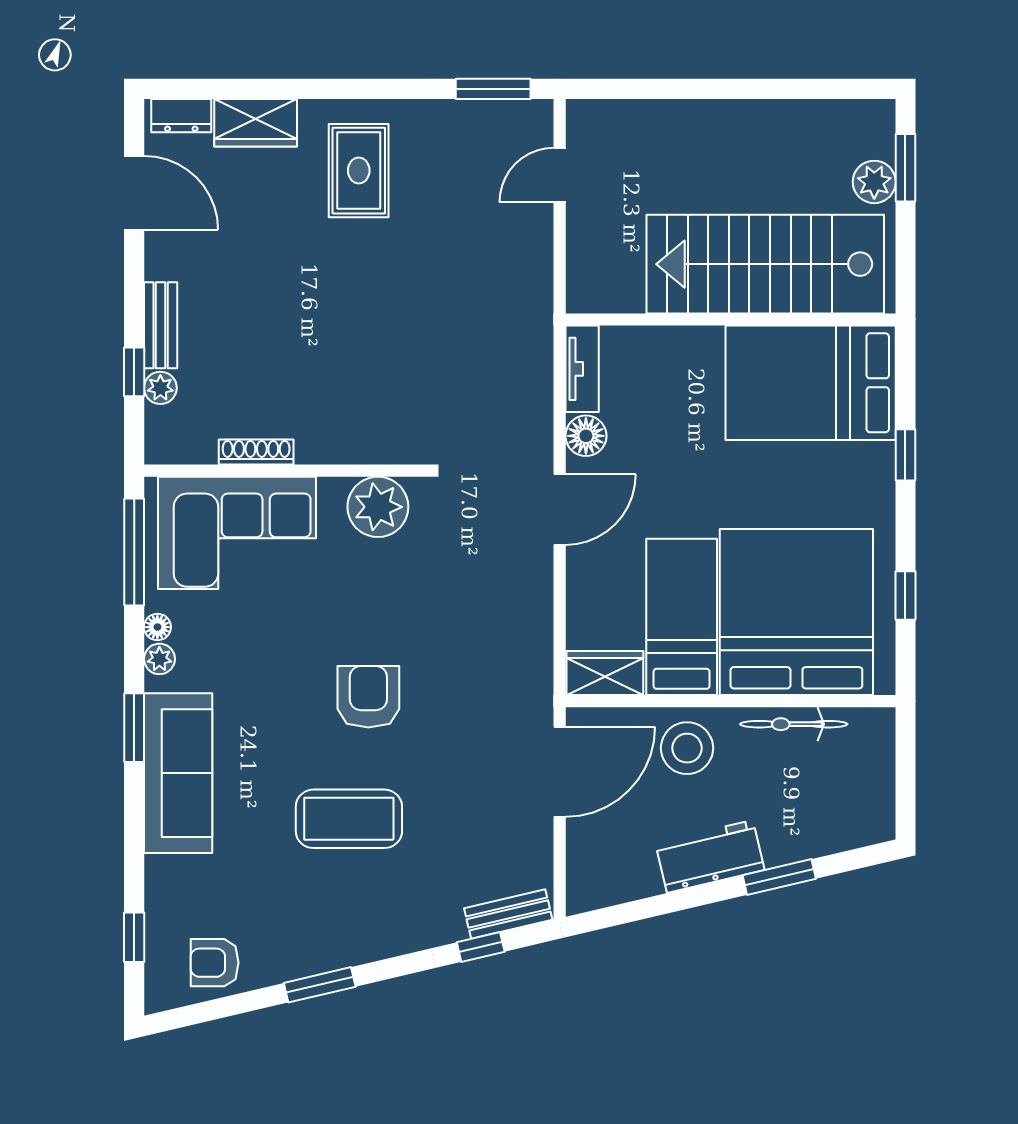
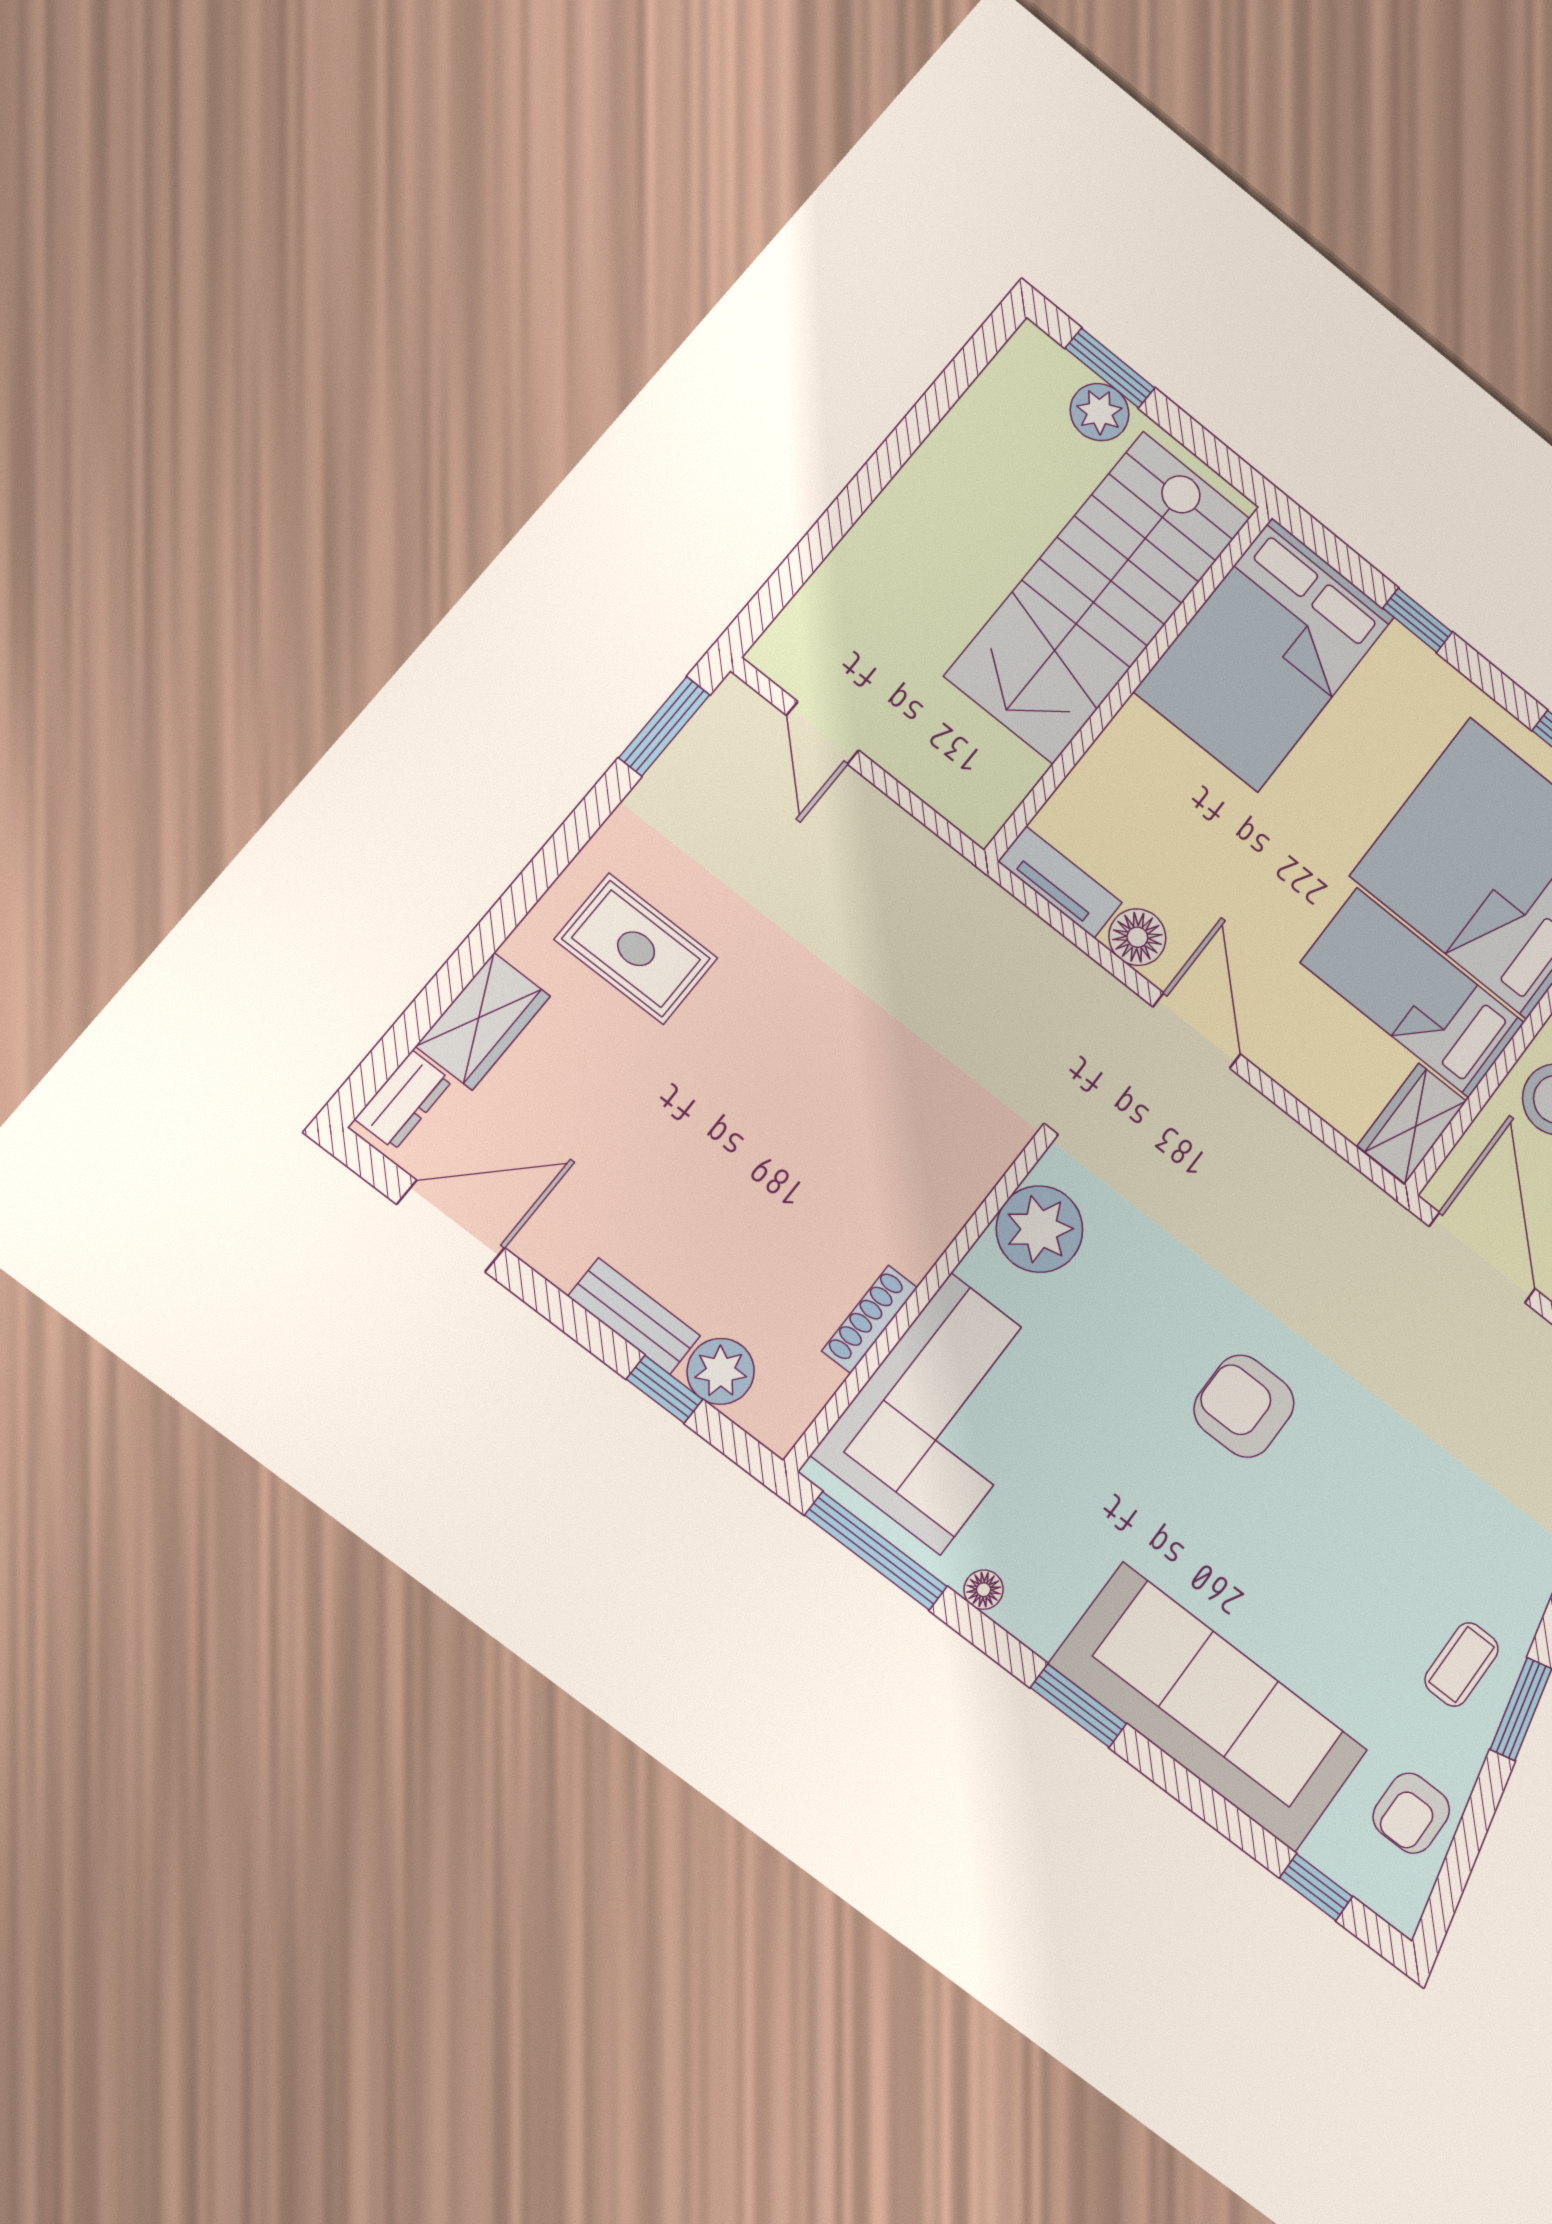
plant: (160, 388) -> (721, 1371), width x1.38, depth x1.38
plant: (159, 659) -> (1022, 1615), removed
sofa: (178, 773) -> (1209, 1707), width x1.36, depth x1.27
coffee table: (349, 819) -> (1462, 1664), moved, width x0.54, depth x0.58

